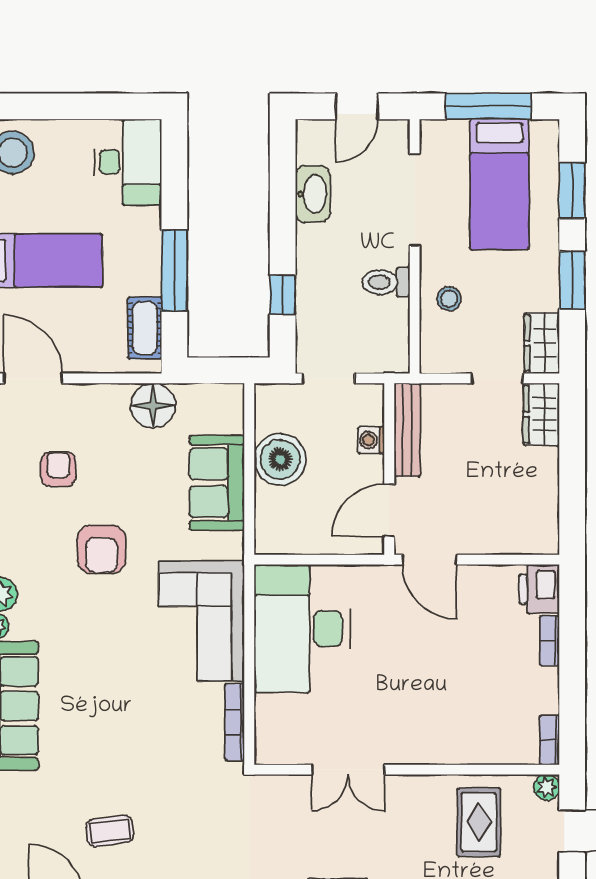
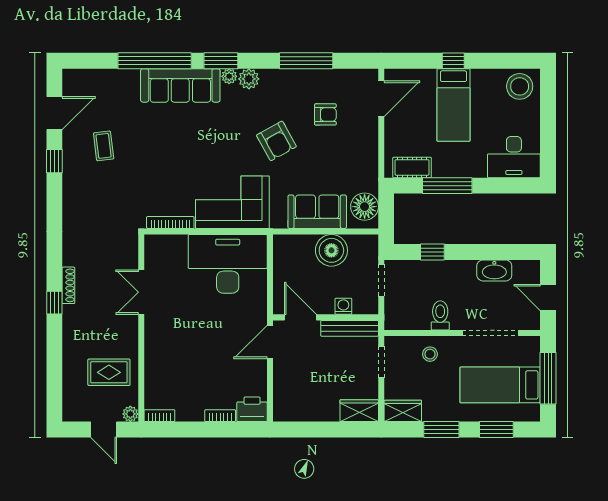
doorway: (497, 378) -> (381, 362), moved
floor lamp: (153, 406) -> (365, 207), moved
armchair: (102, 549) -> (276, 141), turned -119

